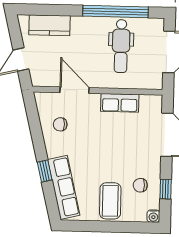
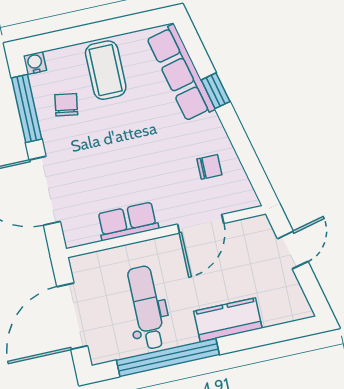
kitchen counter: (49, 25) -> (228, 320), moved
door: (75, 90) -> (201, 224), hinge flipped
chair: (140, 185) -> (66, 105), turned -81
window: (166, 189) -> (27, 108), width x2.17

